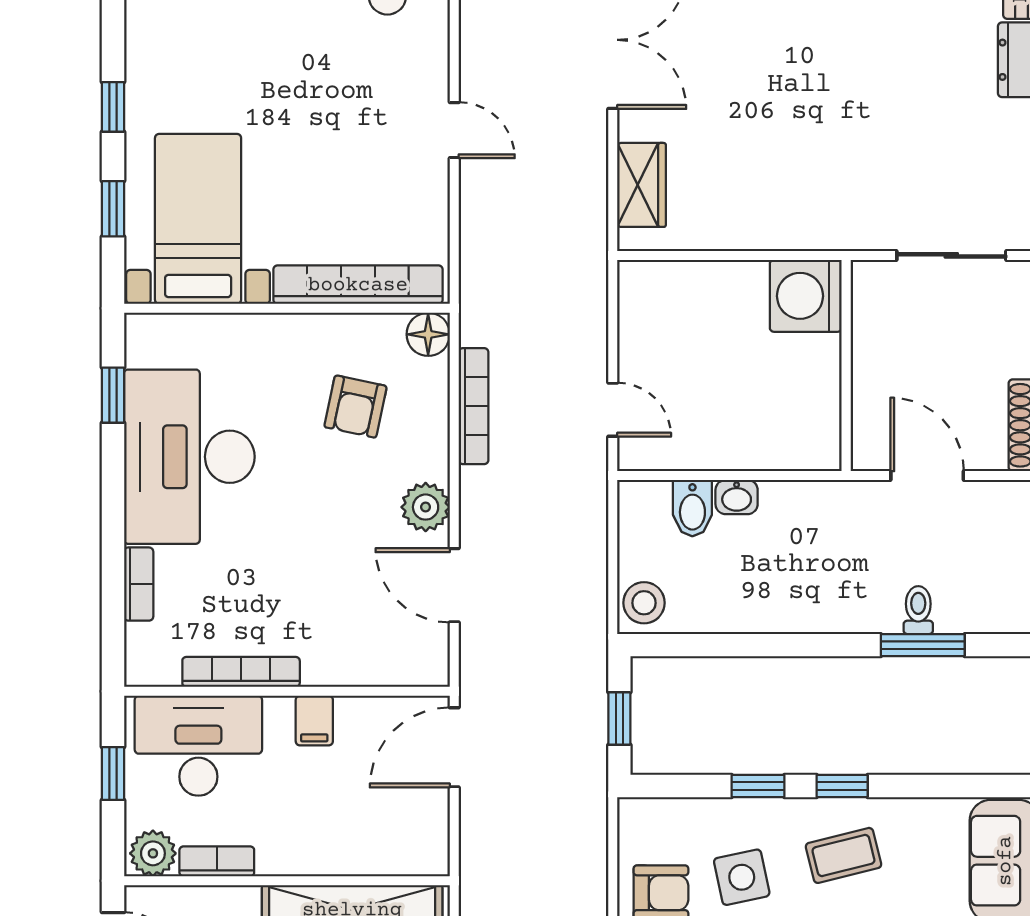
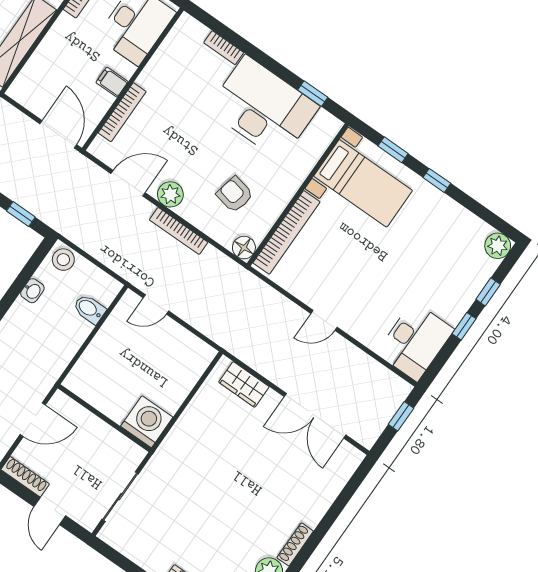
bookcase: (474, 406) -> (179, 231), moved
washbasin: (737, 497) -> (32, 291), moved, turned 180
bookcase: (241, 672) -> (122, 112), moved

